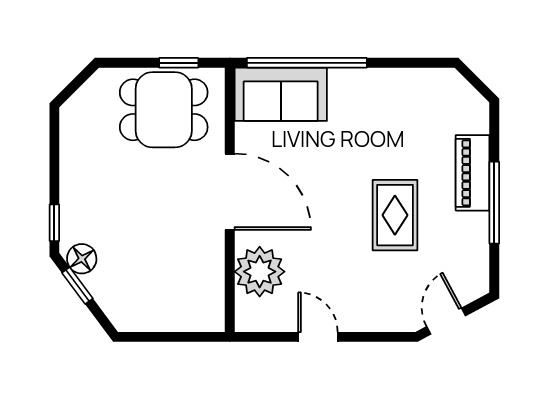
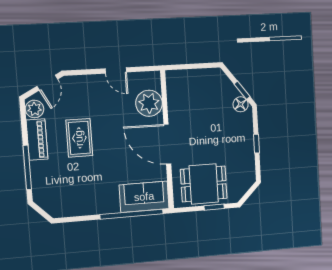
window: (179, 63) -> (214, 207), moved
piano: (473, 173) -> (37, 140), moved
window: (494, 203) -> (27, 167), moved
window: (54, 223) -> (256, 144), moved
plant: (473, 274) -> (34, 109), added

